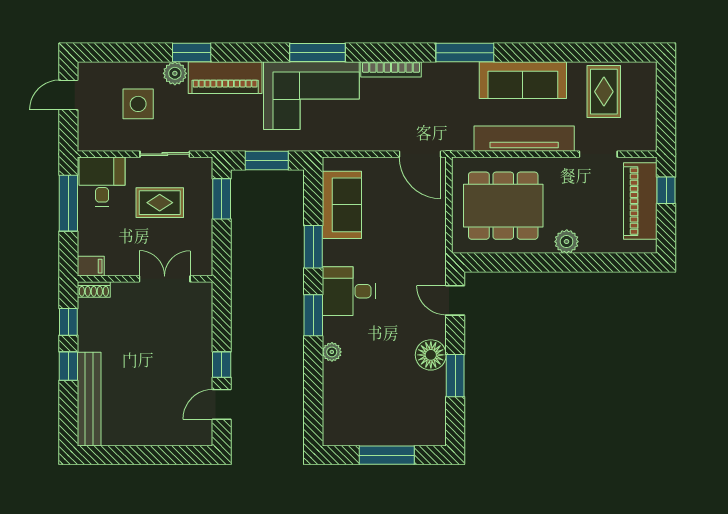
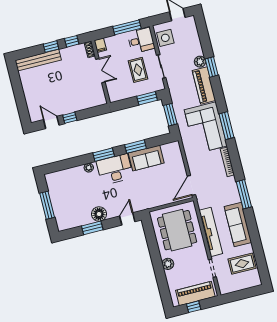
side table: (138, 104) -> (165, 38), moved
window: (666, 190) -> (194, 307), moved
sofa: (342, 205) -> (146, 158), moved
double door: (165, 279) -> (100, 71), moved
desk: (349, 291) -> (115, 169), width x1.37

